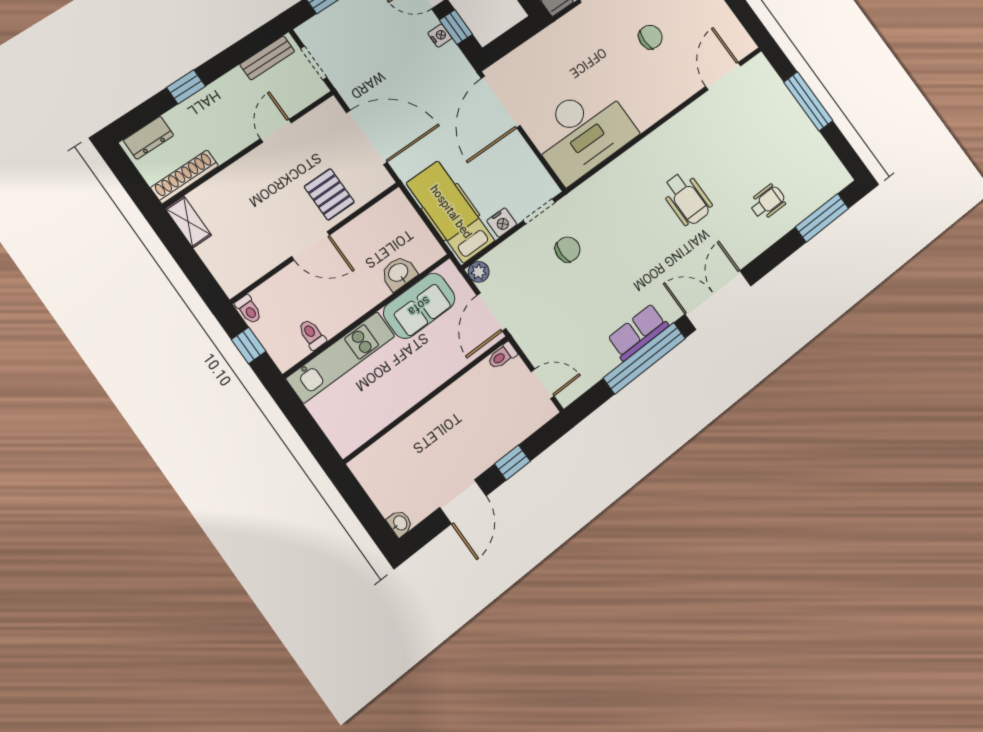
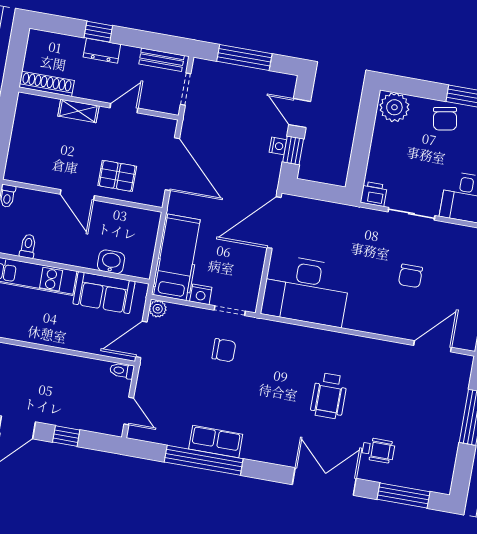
chair: (650, 37) -> (411, 276), turned 90
dresser: (149, 138) -> (102, 51), moved
pallet: (329, 194) -> (117, 176), turned 90
shelving: (188, 222) -> (78, 111), moved, turned 90
double door: (718, 300) -> (324, 482), moved

